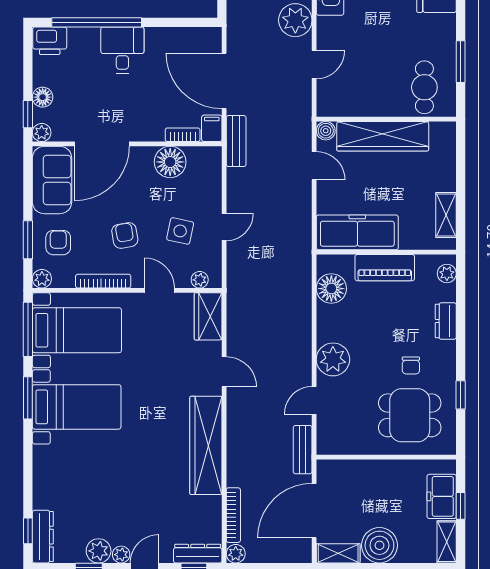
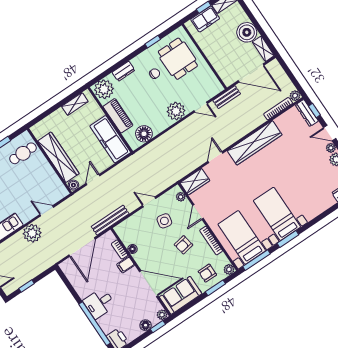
filing cabinet: (212, 128) -> (126, 265), moved
bench: (236, 141) -> (110, 220), width x1.36
floor lamp: (170, 162) -> (132, 249), width x0.53, depth x0.53
plant: (447, 274) -> (104, 89), width x1.88, depth x1.88

